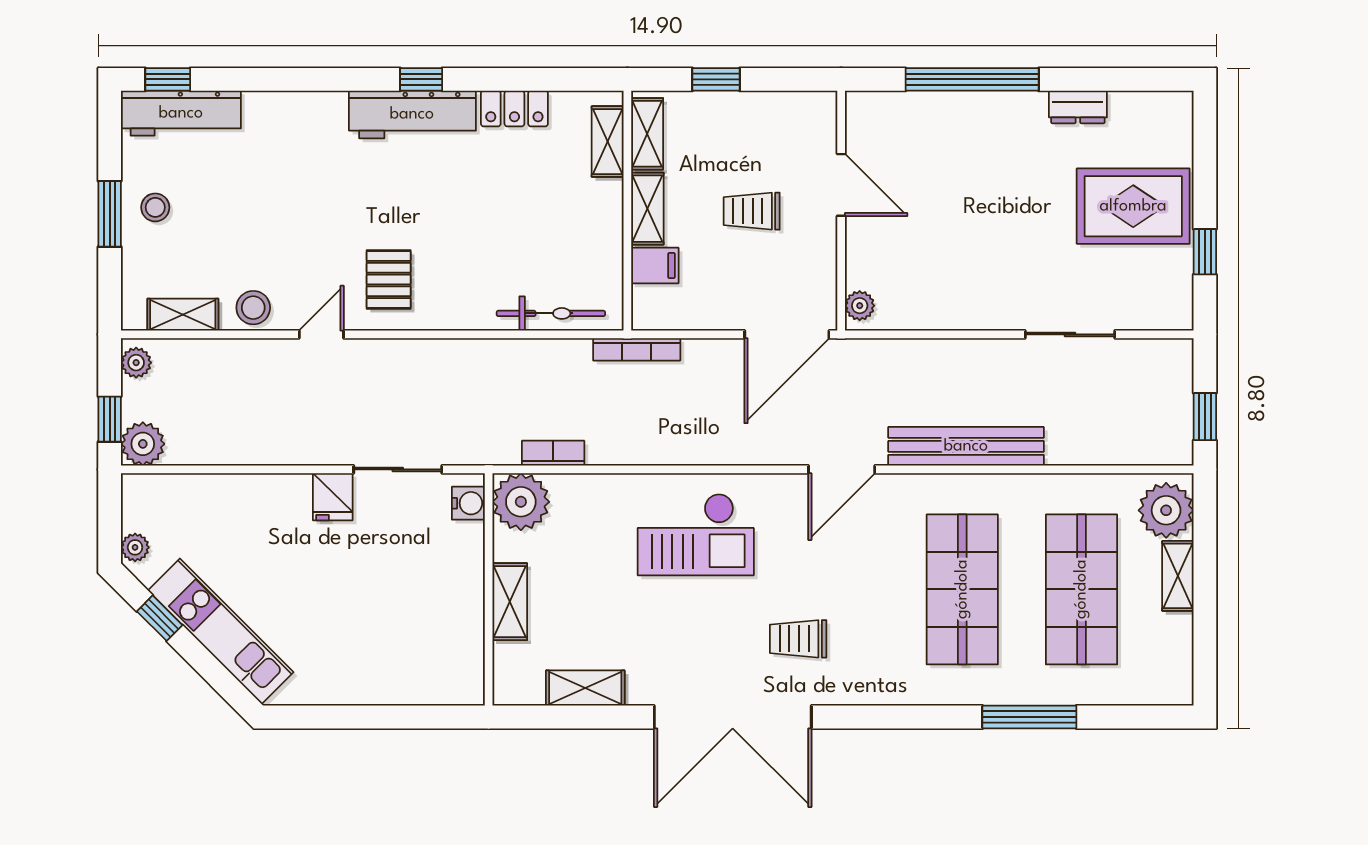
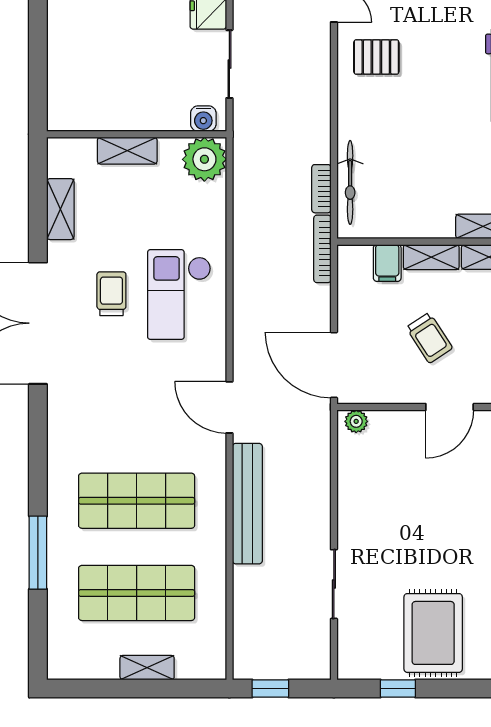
trolley: (752, 211) -> (429, 338), turned 147
bookcase: (553, 453) -> (321, 189), moved, turned 180
plant: (1166, 510) -> (198, 658), removed
trolley: (798, 639) -> (111, 294), moved

